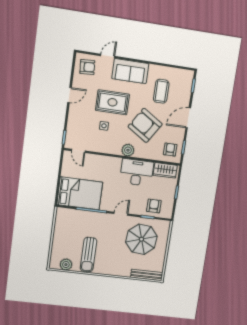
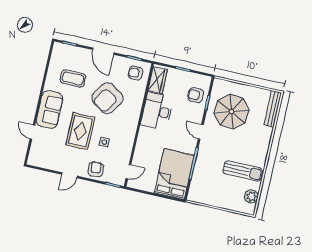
armchair: (87, 67) -> (96, 169), moved
door: (70, 95) -> (69, 175), swing flipped
plant: (128, 150) -> (132, 119), removed

